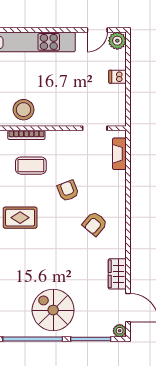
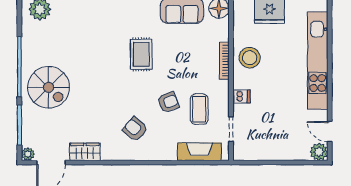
dishwasher: (118, 77) -> (241, 96), moved, turned 90
fireplace: (119, 154) -> (199, 152), width x1.37, depth x1.32
coffee table: (31, 166) -> (199, 109), moved
spiral stairs: (53, 310) -> (49, 87), turned 90

